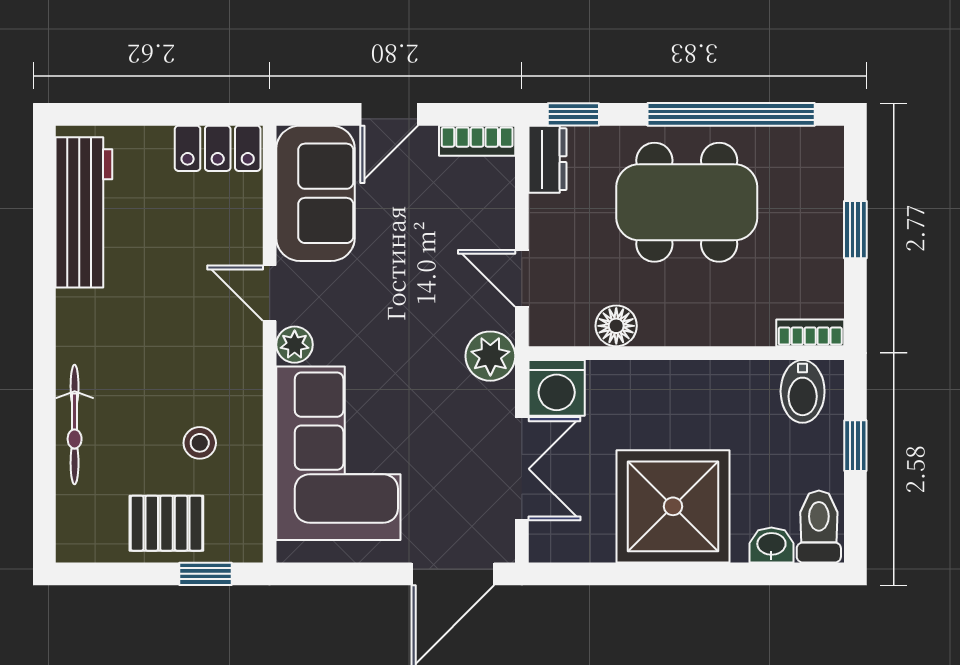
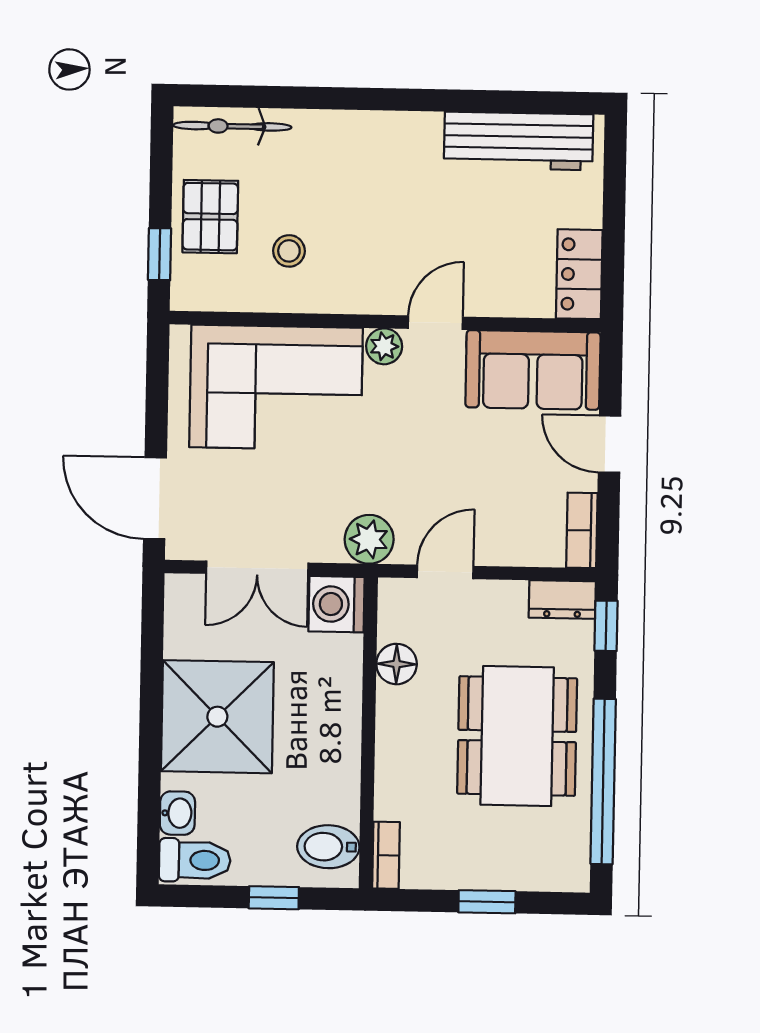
bicycle: (75, 425) -> (232, 126), moved

